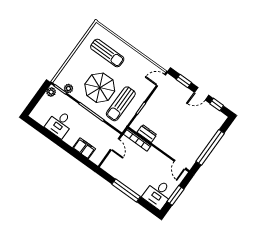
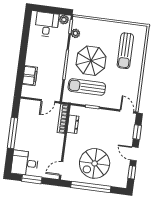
desk: (60, 124) -> (47, 24), moved, turned 90
spiral stairs: (191, 133) -> (95, 163), added

